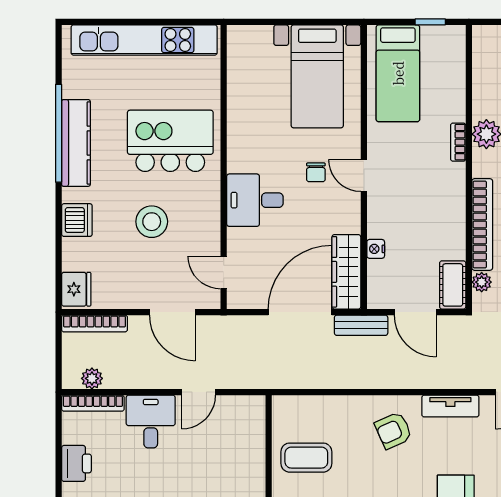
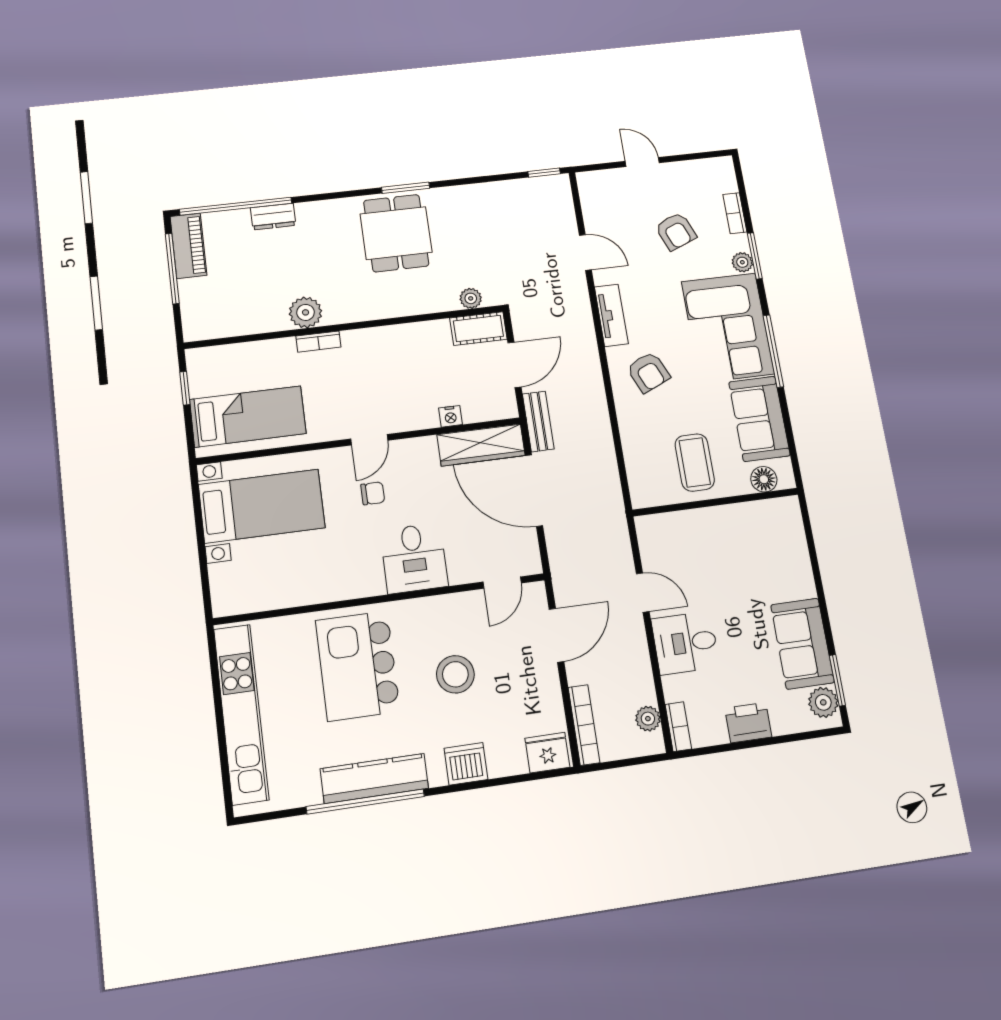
bookcase: (482, 224) -> (407, 305), removed
bookcase: (93, 403) -> (678, 727), width x0.64

